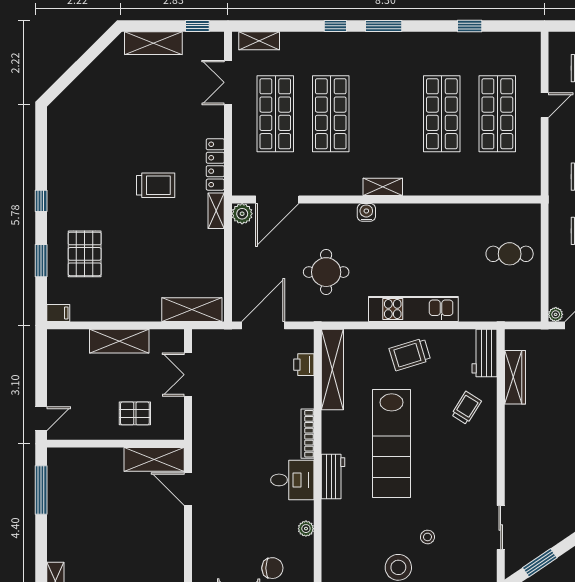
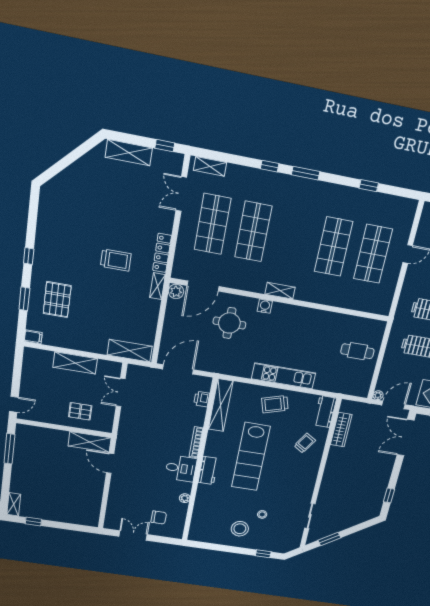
round table: (326, 272) -> (229, 323), moved

